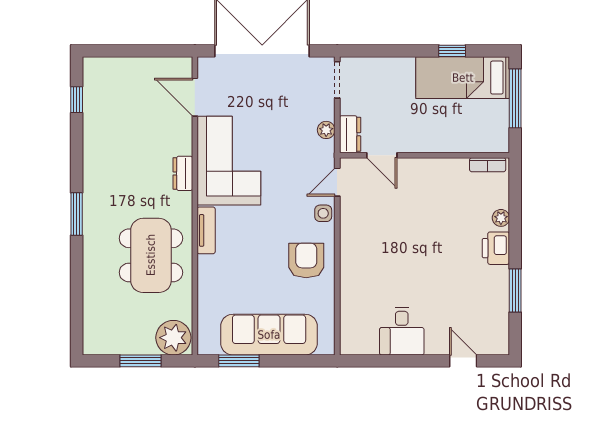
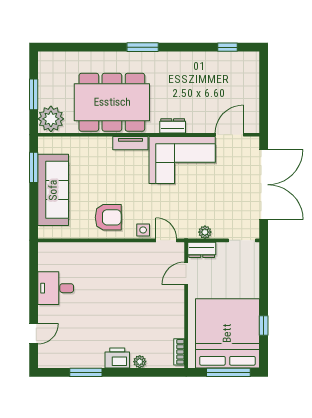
bed: (463, 78) -> (227, 333), width x2.04
dining table: (151, 255) -> (112, 102), width x1.36, depth x1.24

